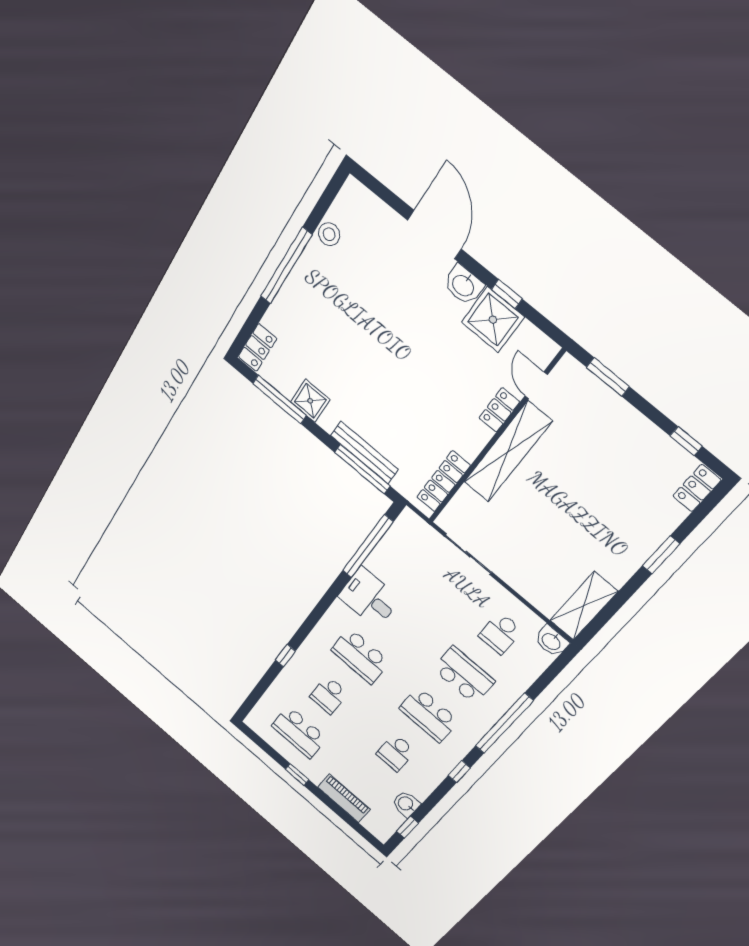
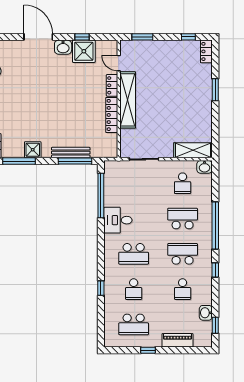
locker: (443, 481) -> (112, 115), moved
shelving: (584, 606) -> (193, 150), moved, turned 90
school desk: (429, 715) -> (183, 254), turned 180

